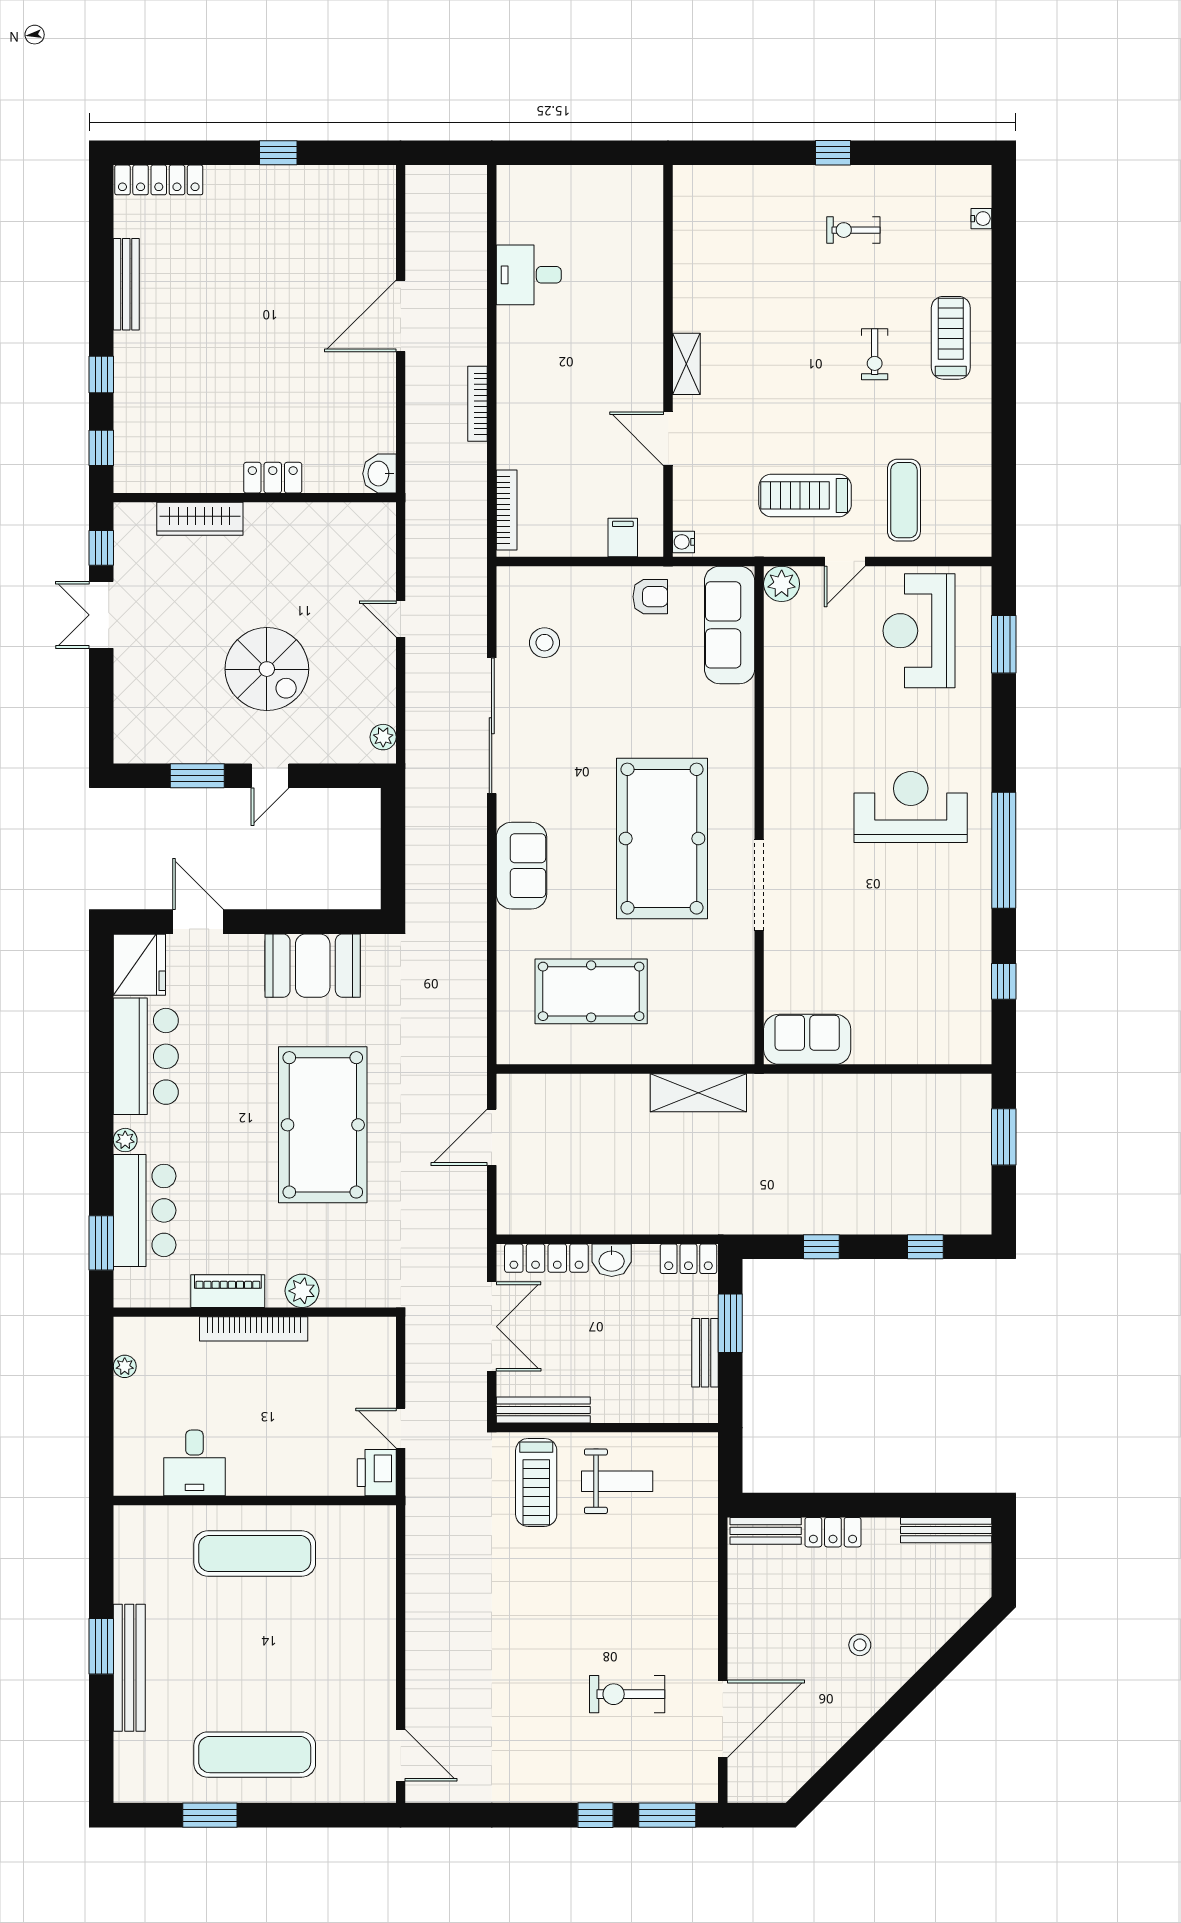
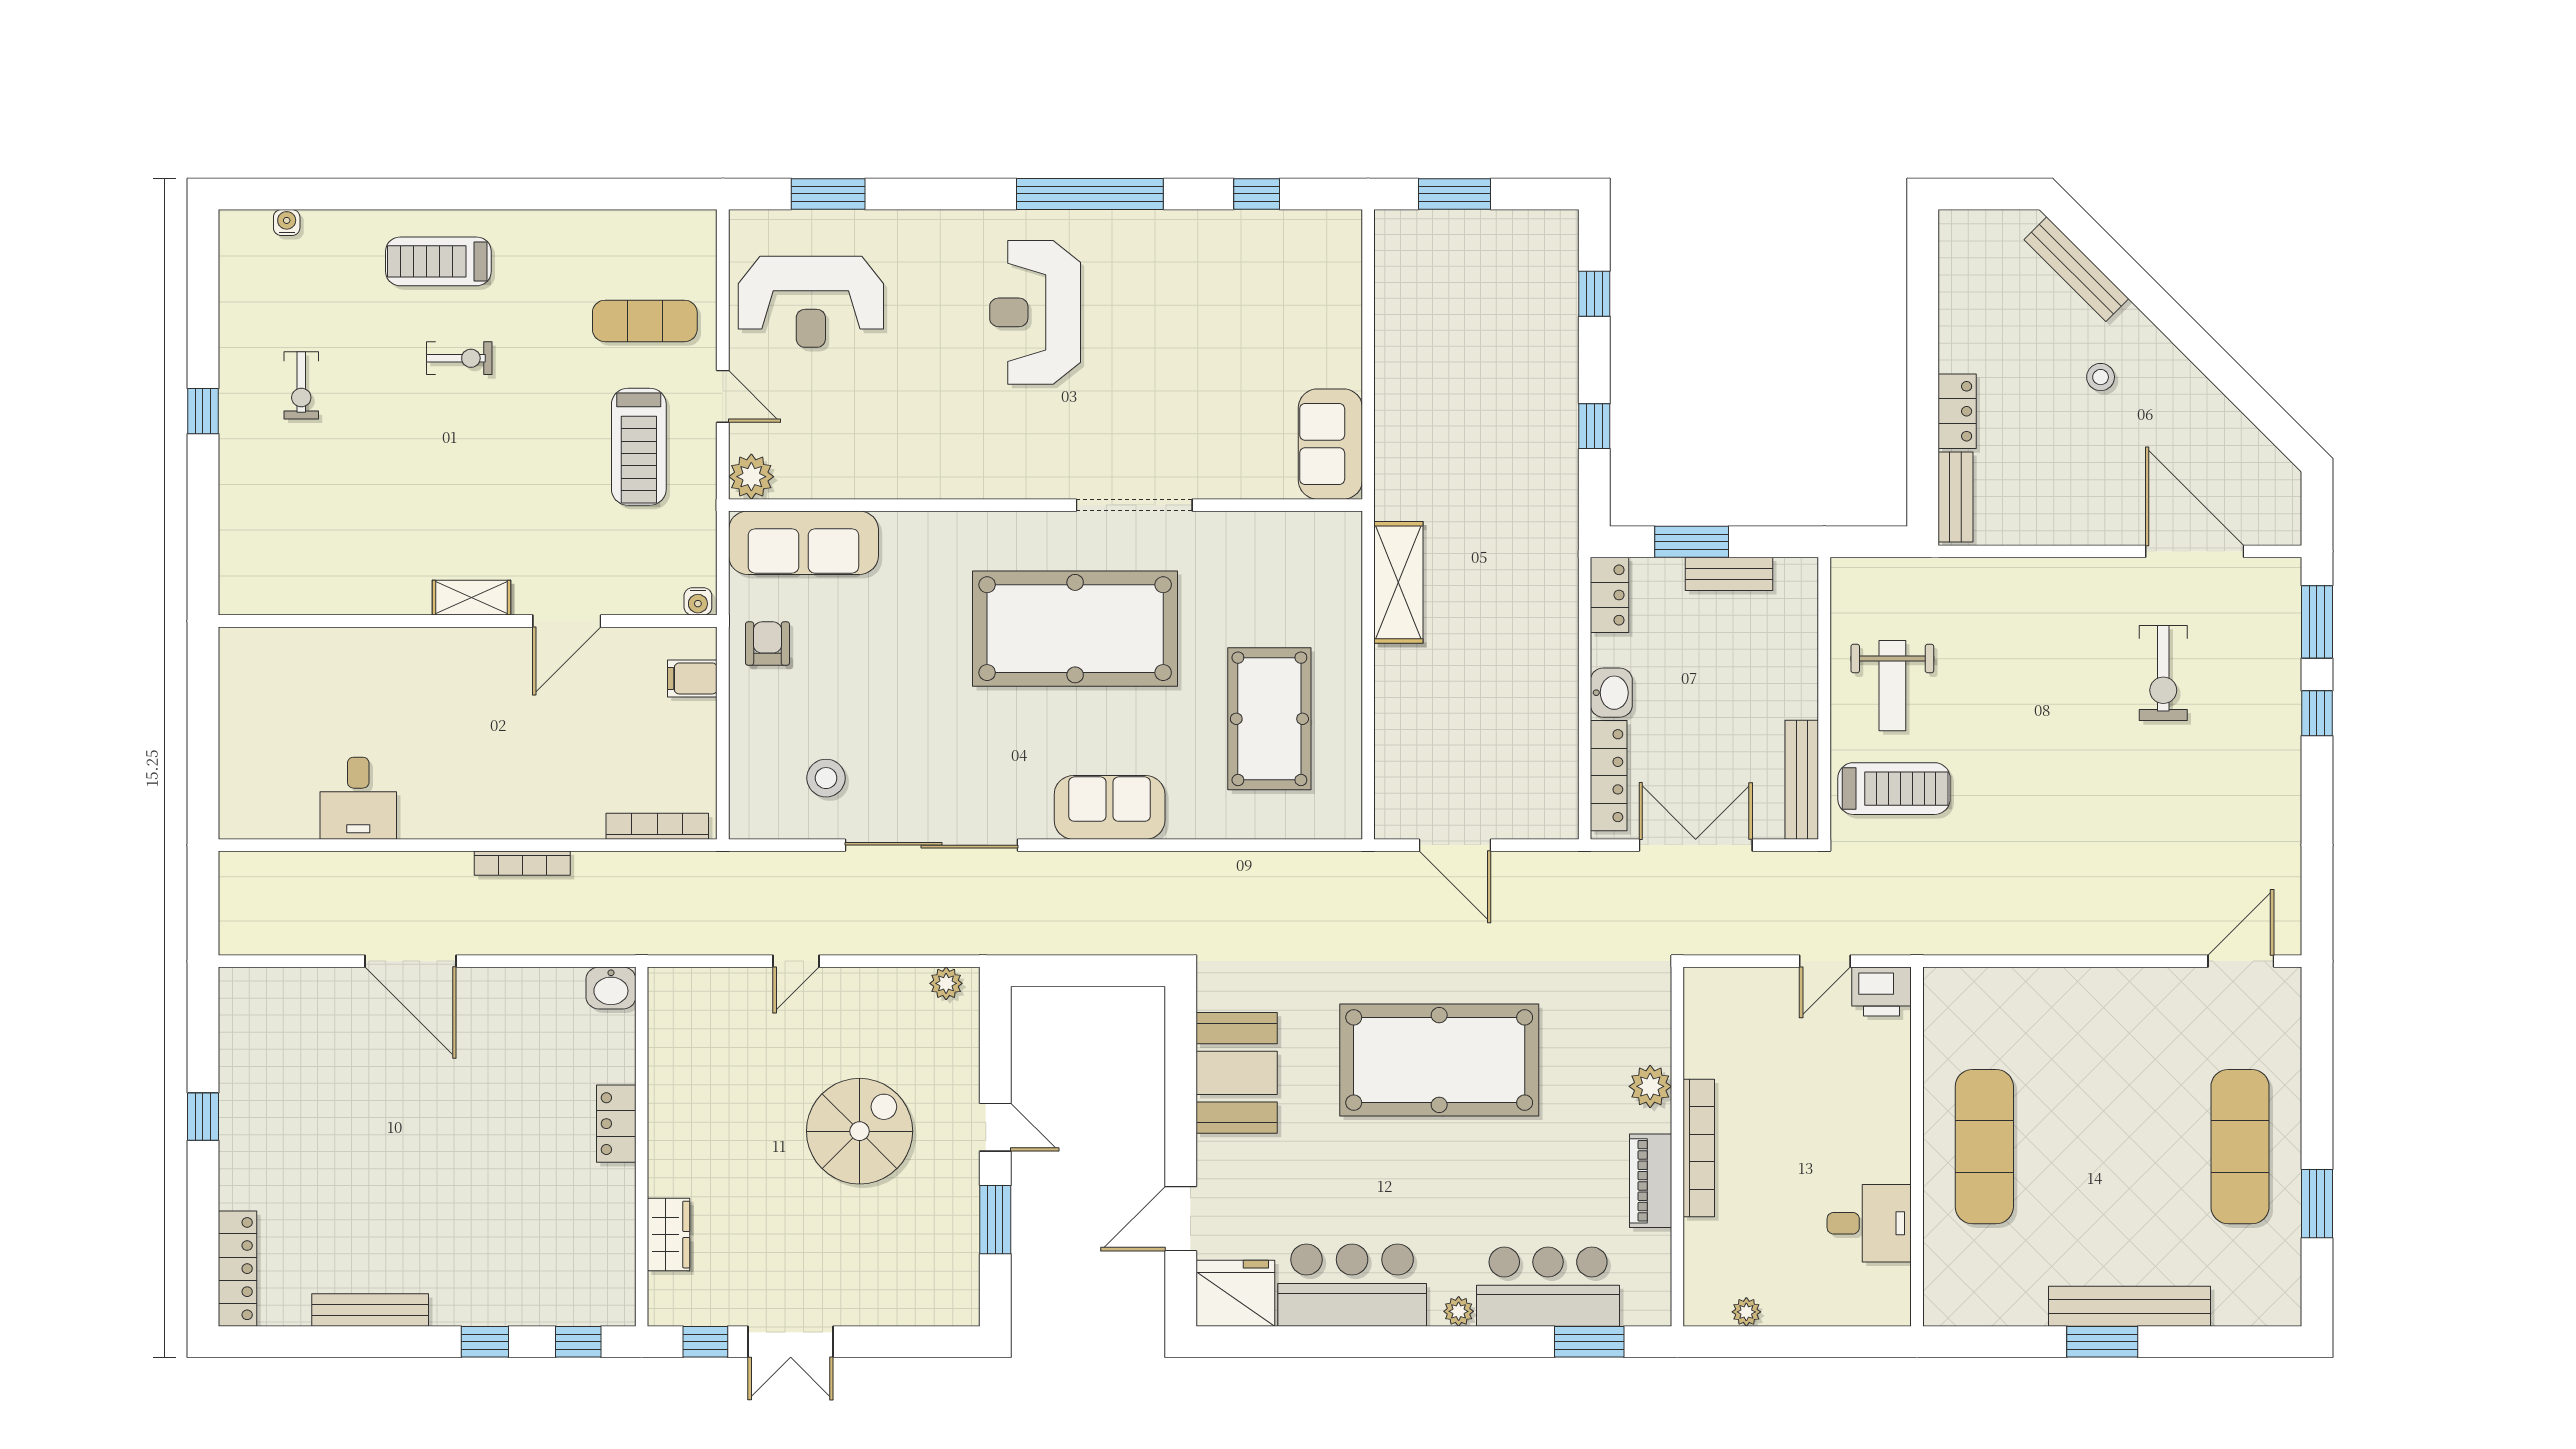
wardrobe: (200, 519) -> (669, 1235), width x0.67
weight bench: (617, 1481) -> (1892, 686), turned 180
bench: (946, 1530) -> (2076, 269), moved, turned -45

